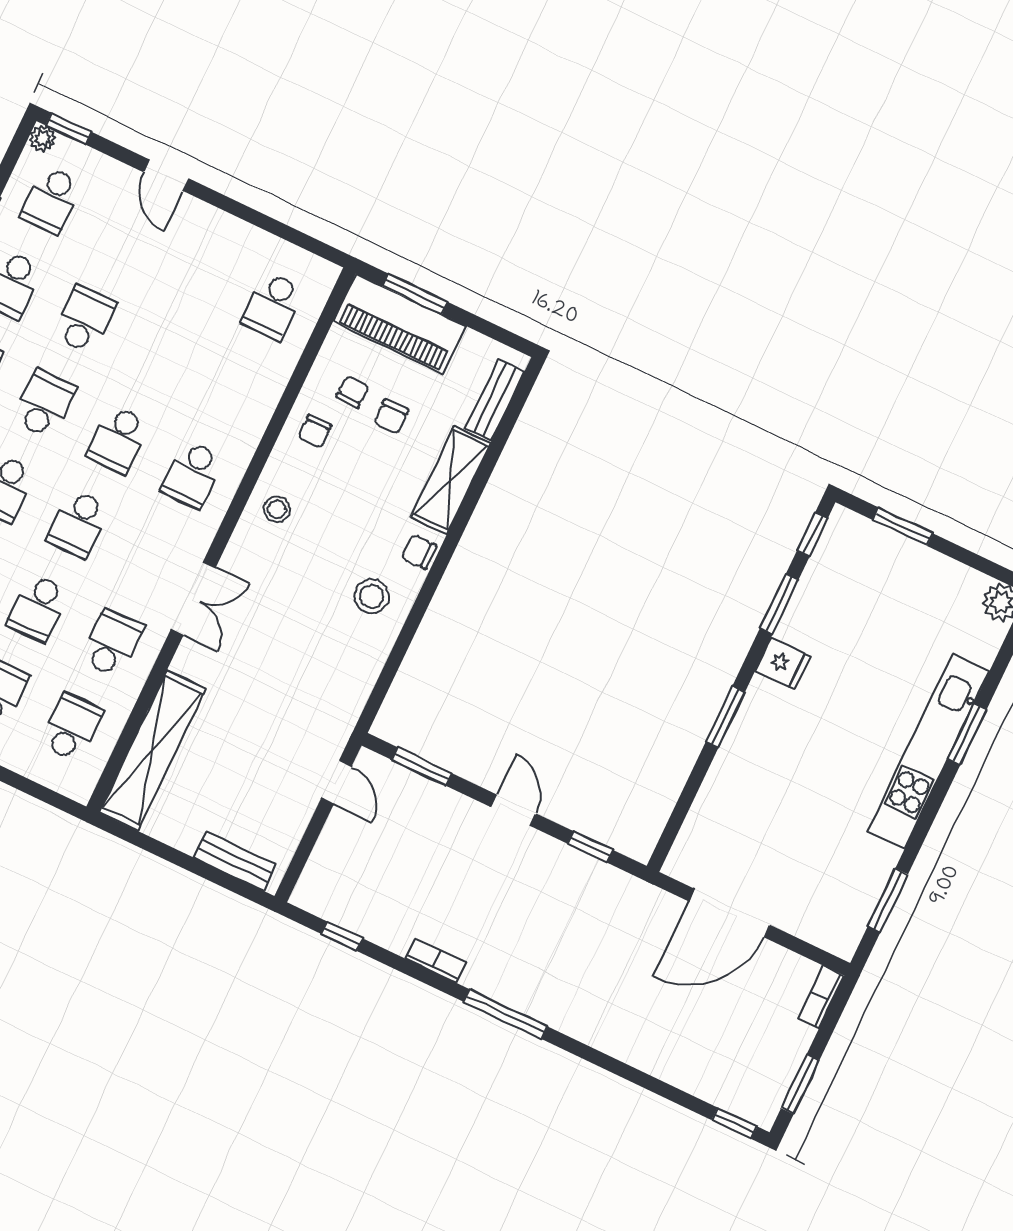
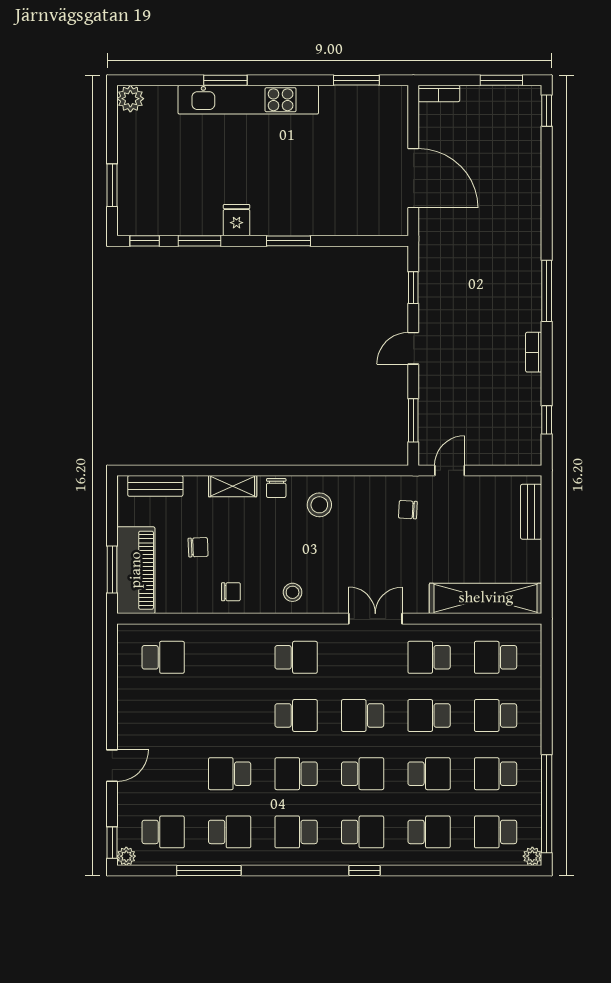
chair: (353, 392) -> (408, 510), moved
shelving: (450, 480) -> (233, 486), width x0.67, depth x0.75
school desk: (78, 524) -> (363, 715), turned 180
school desk: (38, 608) -> (429, 715), turned 180

